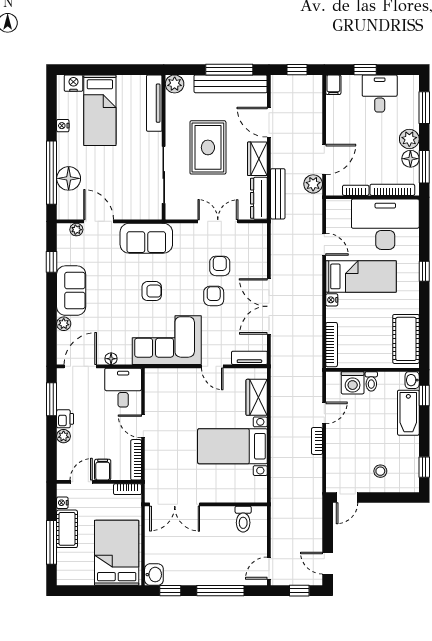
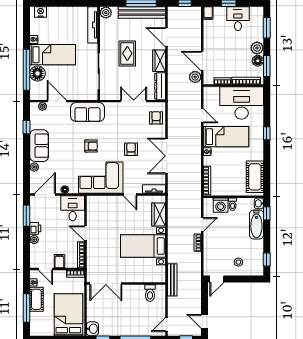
bed: (100, 110) -> (53, 55), moved, turned -90
rug: (208, 147) -> (127, 53), width x0.73, depth x0.70
door: (324, 159) -> (202, 61), swing flipped
bench: (278, 194) -> (172, 280), moved
armchair: (220, 266) -> (156, 118), moved
door: (81, 482) -> (46, 269), swing flipped

